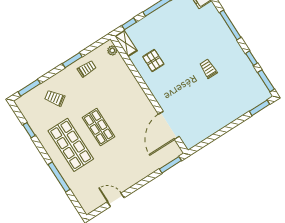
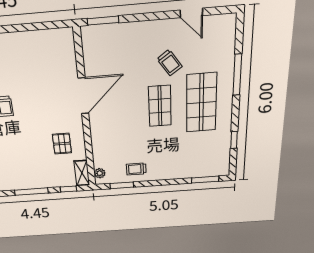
window: (72, 60) -> (122, 185), moved
trolley: (55, 98) -> (170, 63), moved
door: (169, 125) -> (83, 96), moved

